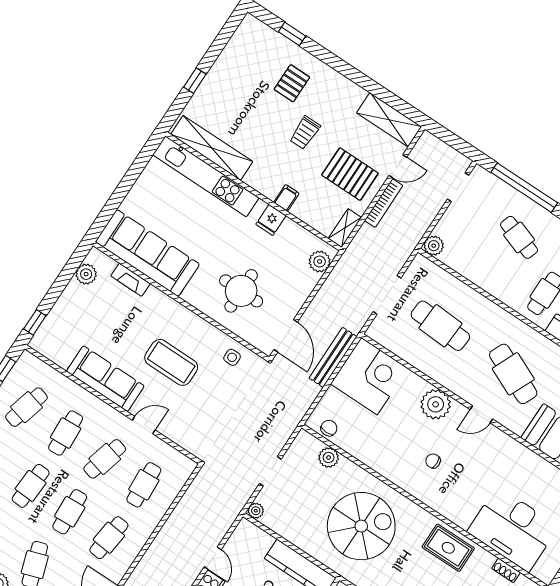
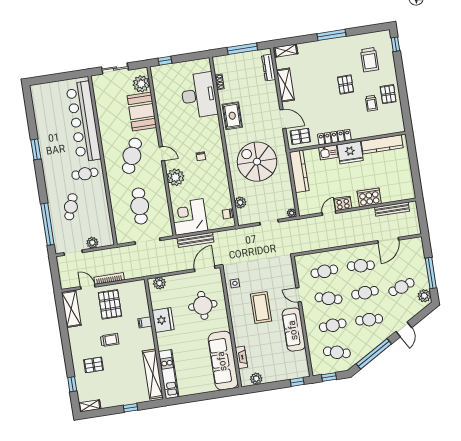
kitchen unit: (206, 176) -> (169, 374), width x0.73
fridge: (271, 220) -> (163, 320), width x1.88, depth x1.34
shelving: (345, 228) -> (90, 406), moved
plant: (434, 246) -> (92, 243), moved

